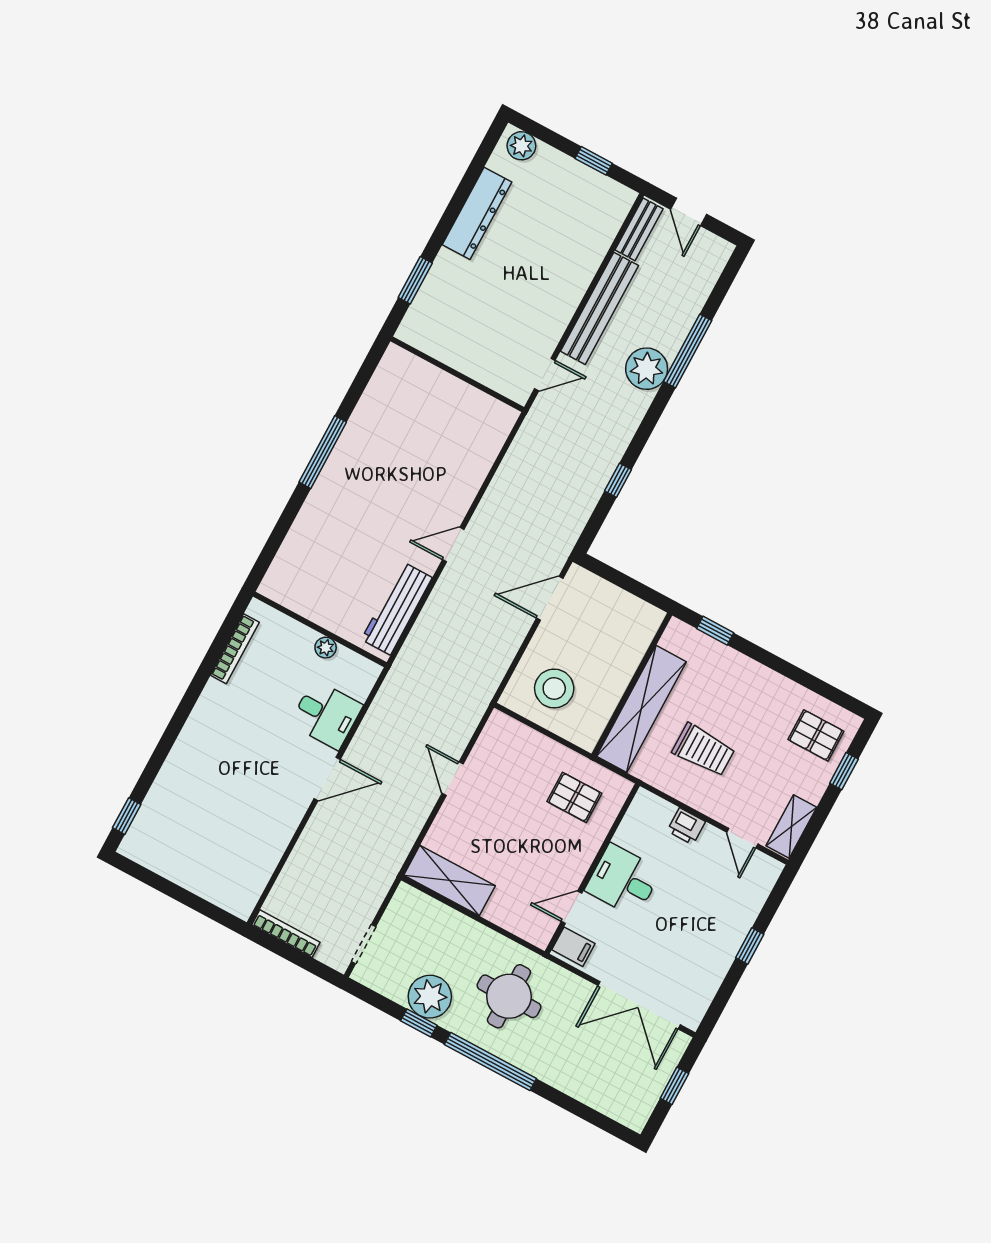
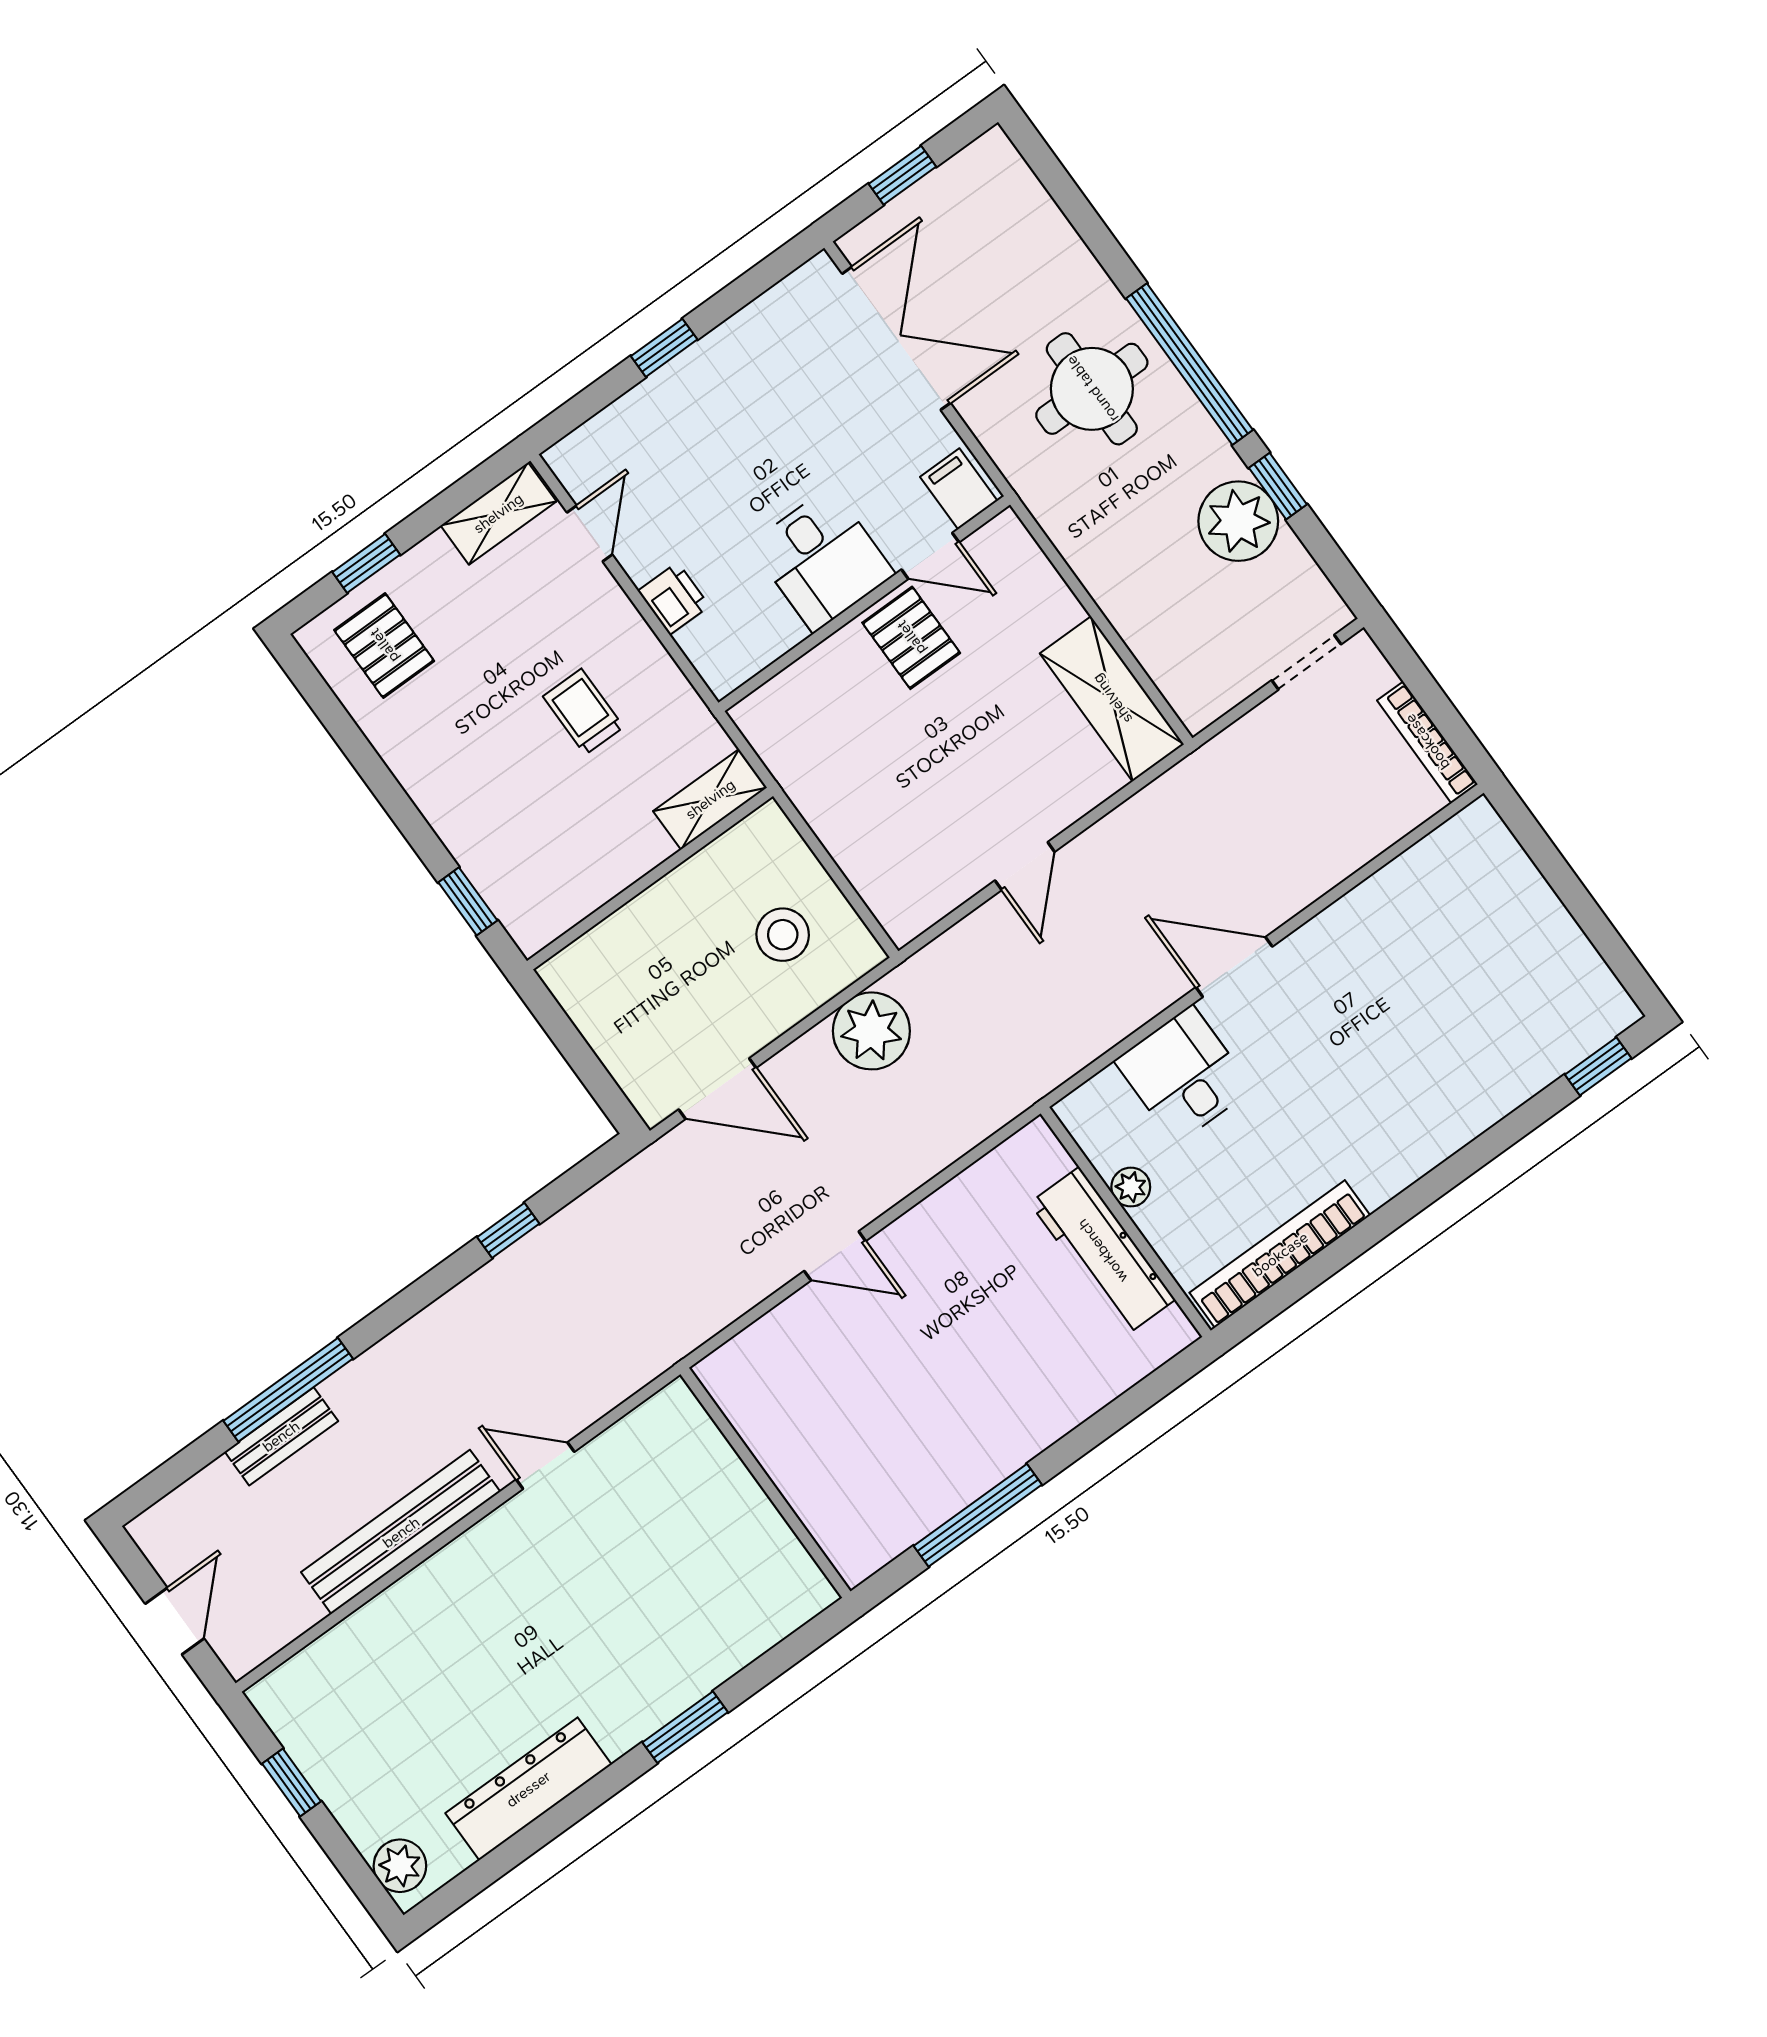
bench: (639, 229) -> (281, 1436), moved
plant: (647, 369) -> (871, 1031), moved
wall: (457, 374) -> (766, 1483), moved
workbench: (397, 609) -> (1102, 1251), moved, turned 90
bookcase: (235, 649) -> (1280, 1254), width x1.48, depth x1.31
stool: (554, 688) -> (783, 935), width x0.73, depth x0.73
shelving: (641, 709) -> (710, 799), width x0.45, depth x0.75
trolley: (703, 750) -> (583, 712), width x0.73, depth x0.72
pallet: (574, 797) -> (911, 638), moved
round table: (509, 996) -> (1092, 389), moved

